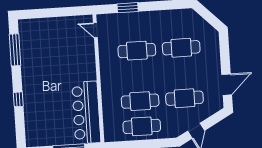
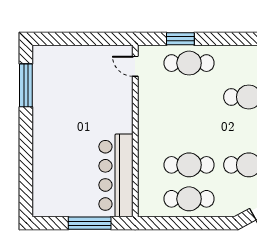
cafe table: (137, 51) -> (189, 63), moved
window: (18, 99) -> (26, 152), removed

